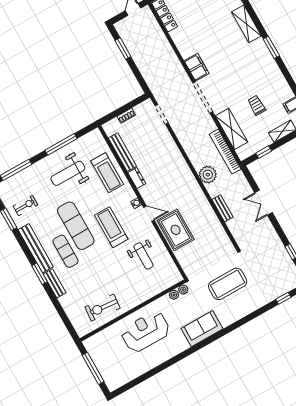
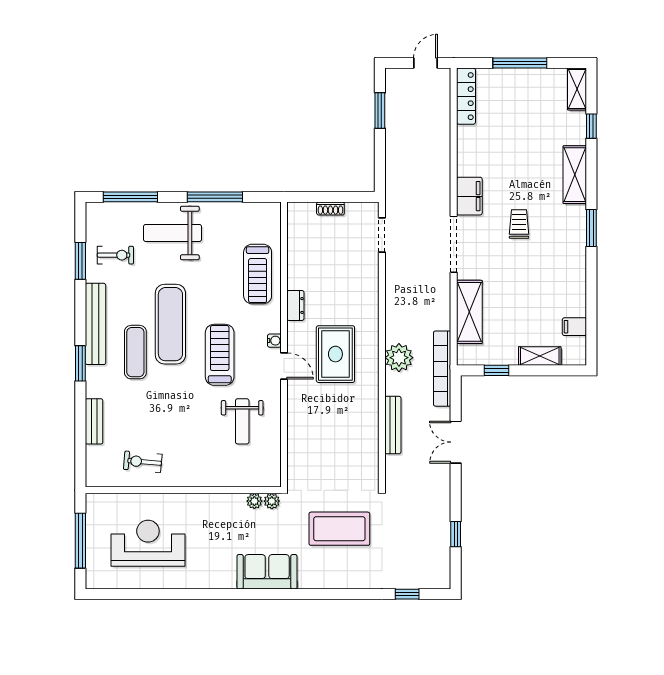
trolley: (257, 105) -> (519, 224), moved
bench: (122, 152) -> (296, 257), removed
bookcase: (225, 152) -> (442, 369), moved
weight bench: (68, 173) -> (173, 233), moved
bench: (223, 208) -> (393, 425), width x1.36
rug: (176, 230) -> (335, 354), moved
bench: (55, 283) -> (94, 421), moved
exercise bike: (102, 308) -> (143, 462), width x0.73, depth x0.72
reception desk: (145, 332) -> (148, 543), moved

